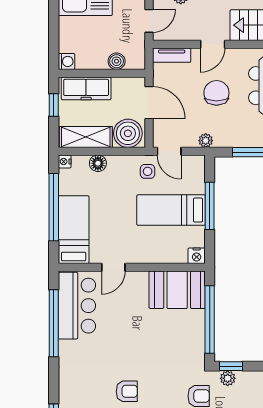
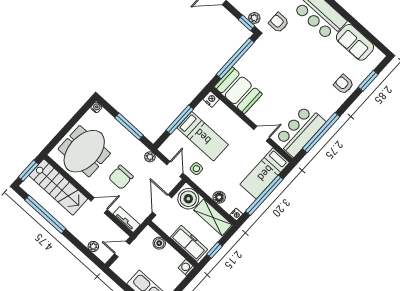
armchair: (127, 391) -> (344, 84), moved

